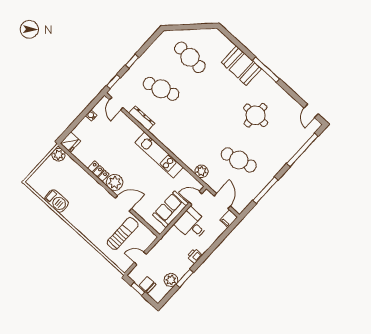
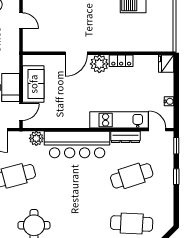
bar counter: (178, 143) -> (77, 145), added
plant: (58, 155) -> (166, 44), removed
kitchen unit: (159, 155) -> (119, 120), moved
sun lounger: (123, 234) -> (54, 28), removed
door: (140, 258) -> (21, 21), hinge flipped

